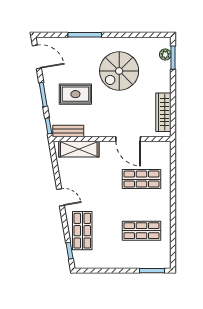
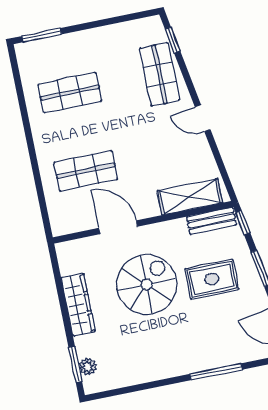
spiral stairs: (119, 71) -> (147, 285), moved
wardrobe: (163, 112) -> (78, 305), moved

